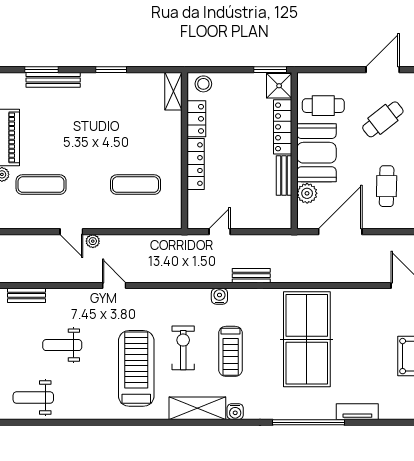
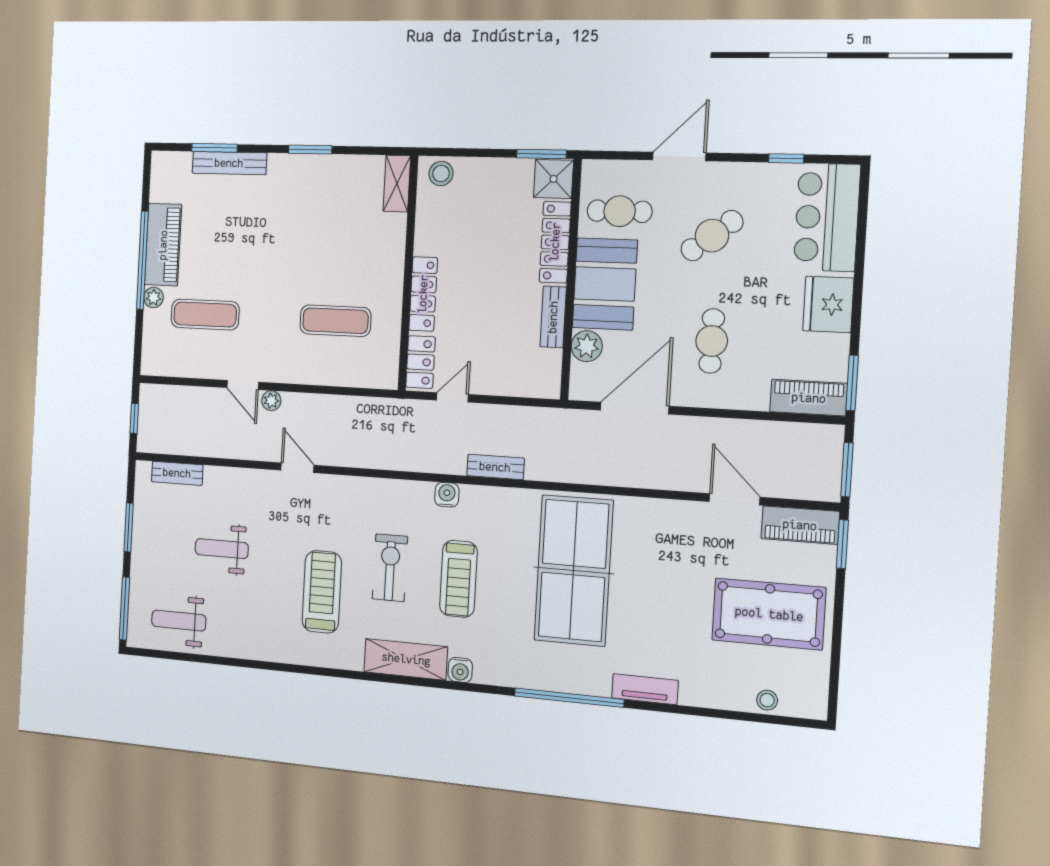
door: (383, 70) -> (679, 156), moved
locker: (196, 119) -> (420, 362), moved
treadmill: (136, 368) -> (322, 592), width x0.73, depth x0.73

